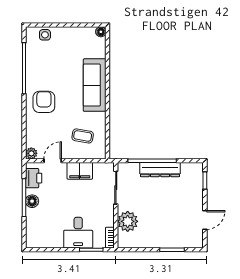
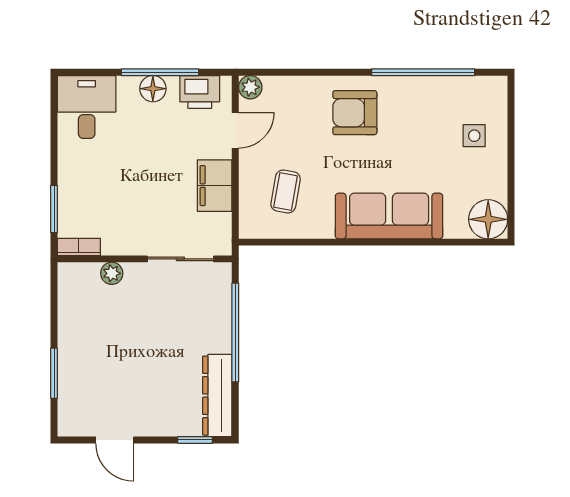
floor lamp: (101, 32) -> (488, 219), width x1.89, depth x1.89
side table: (45, 35) -> (474, 136), moved
armchair: (44, 102) -> (355, 113), turned 180
door: (53, 161) -> (235, 130), hinge flipped
dresser: (160, 170) -> (217, 396), moved
plant: (128, 221) -> (112, 273), width x0.53, depth x0.53
desk: (78, 233) -> (87, 107), moved, turned 90

